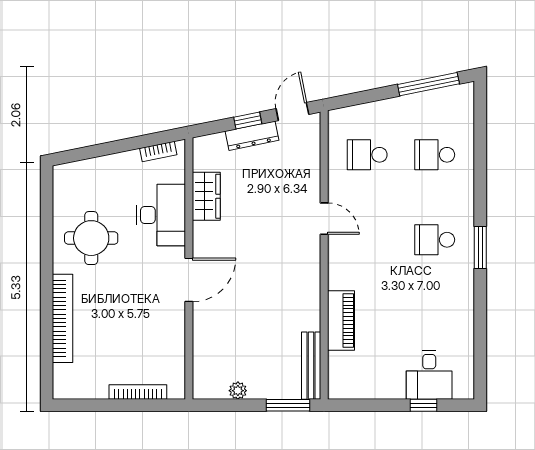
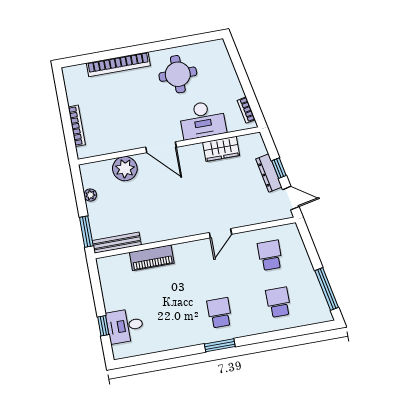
plant: (210, 336) -> (125, 169), added

